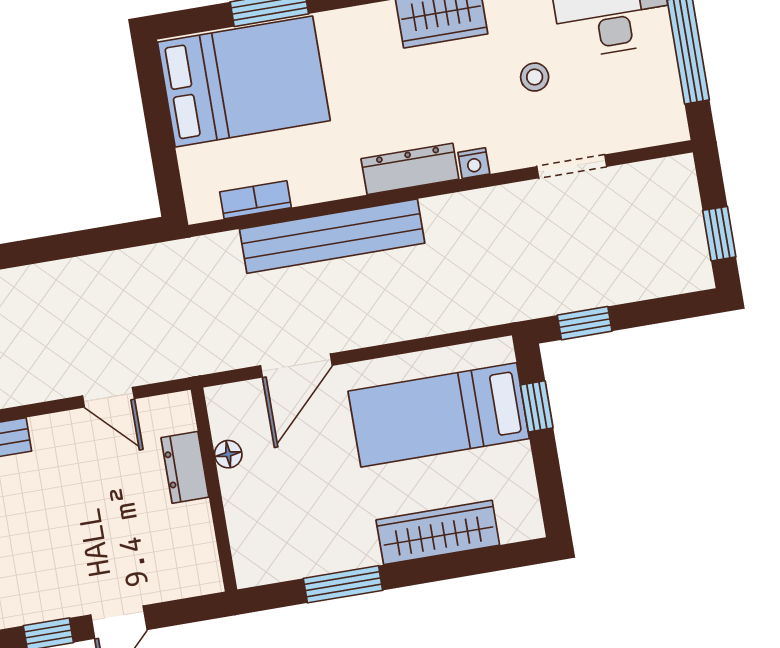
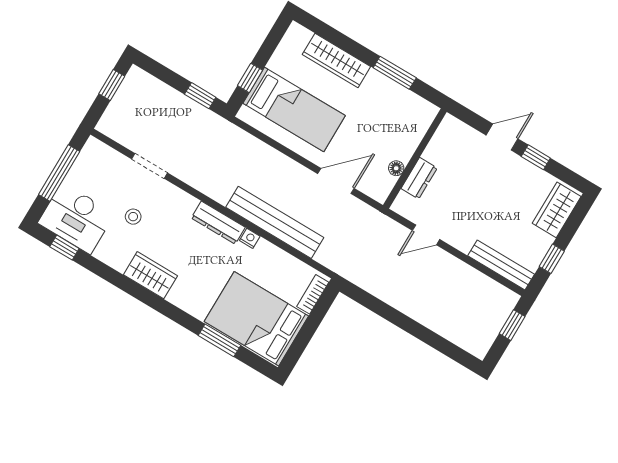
nightstand: (474, 163) -> (250, 238), moved
bookcase: (255, 200) -> (313, 294), moved, turned 90
door: (108, 397) -> (426, 235), swing flipped

